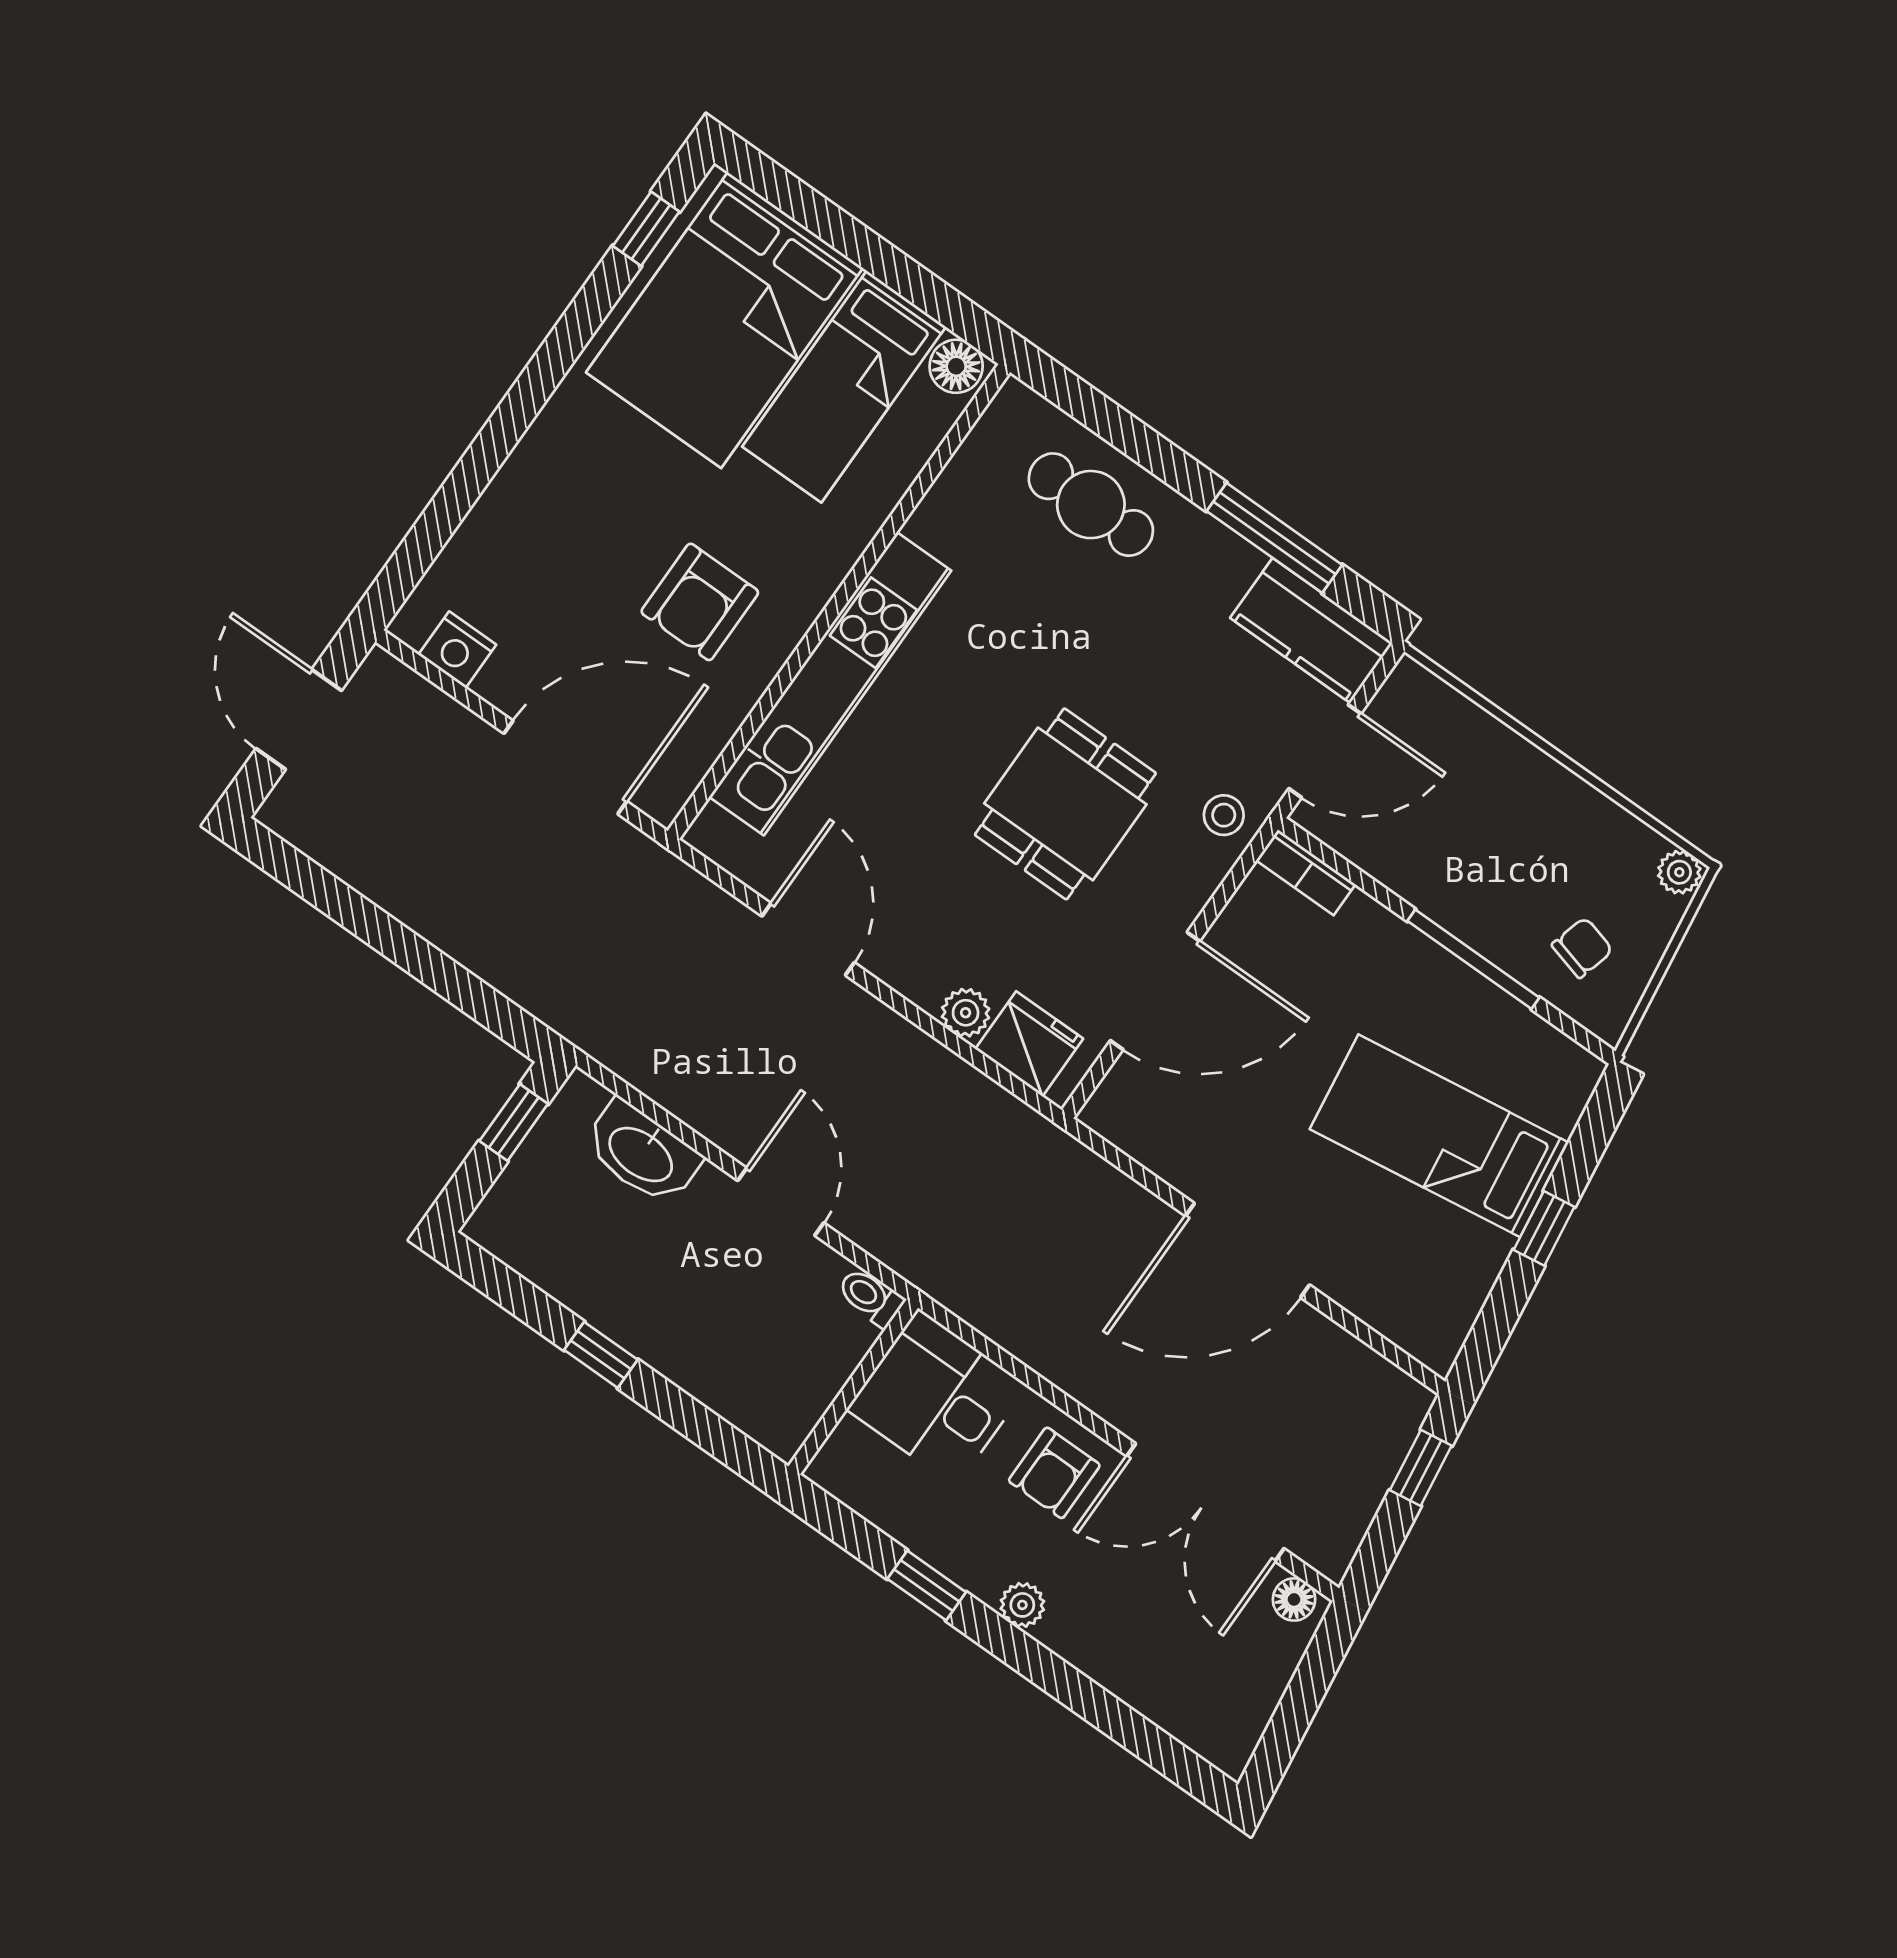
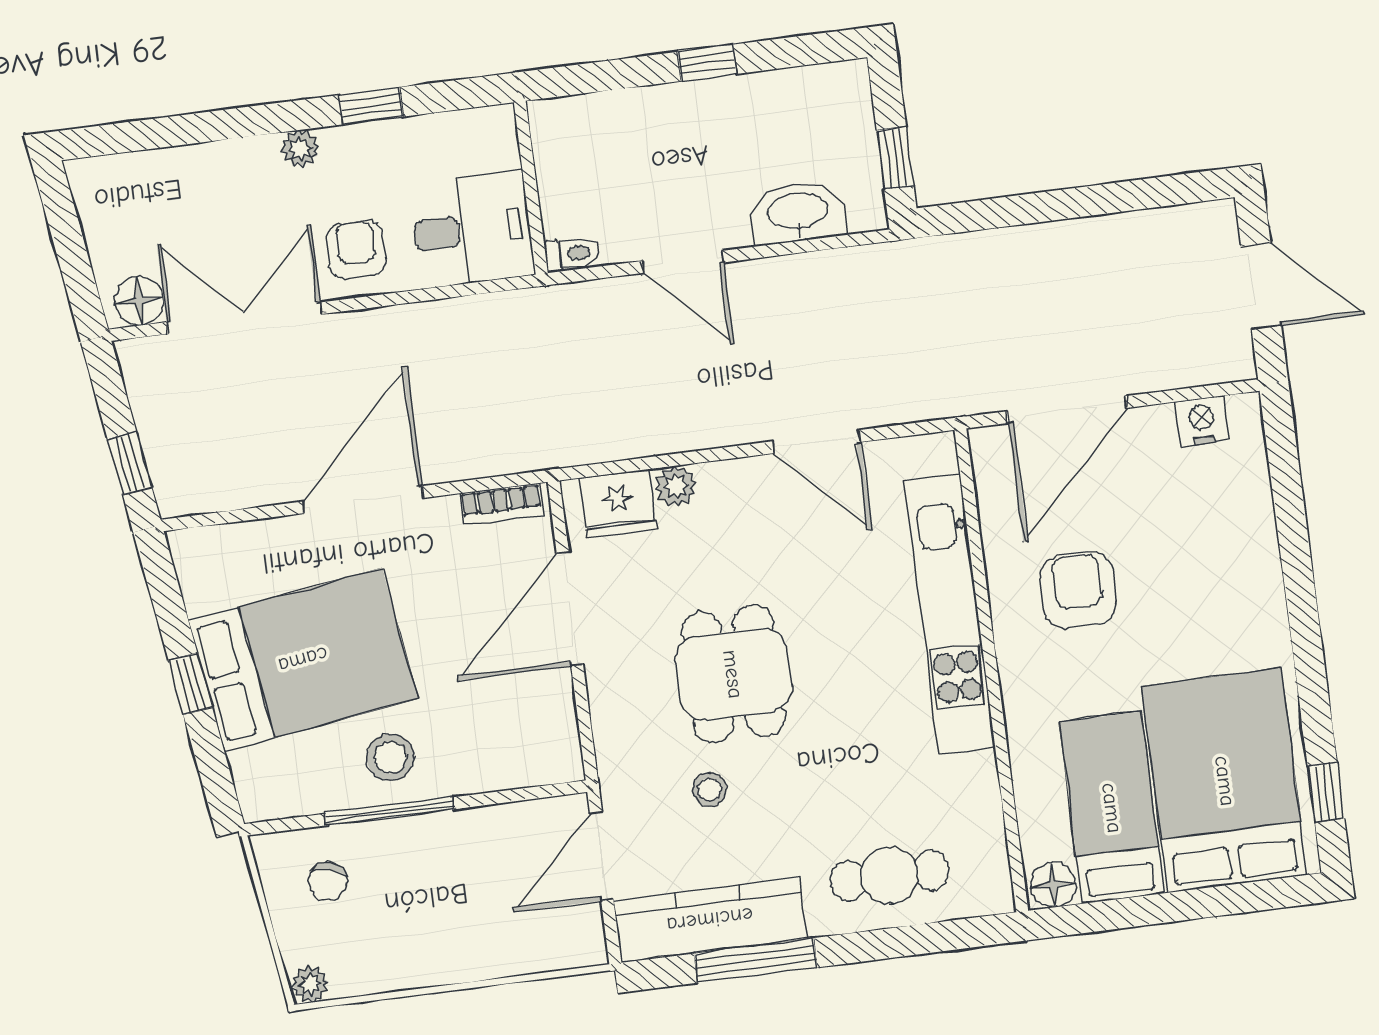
kitchen counter: (1311, 630) -> (710, 920), width x1.50
stool: (1224, 815) -> (710, 790), moved
bookcase: (1306, 872) -> (501, 504), moved, turned 180
stool: (1429, 1005) -> (390, 757), added
bed: (1439, 1136) -> (303, 660), width x1.50
floor lamp: (1294, 1599) -> (139, 301), width x1.37, depth x1.37

